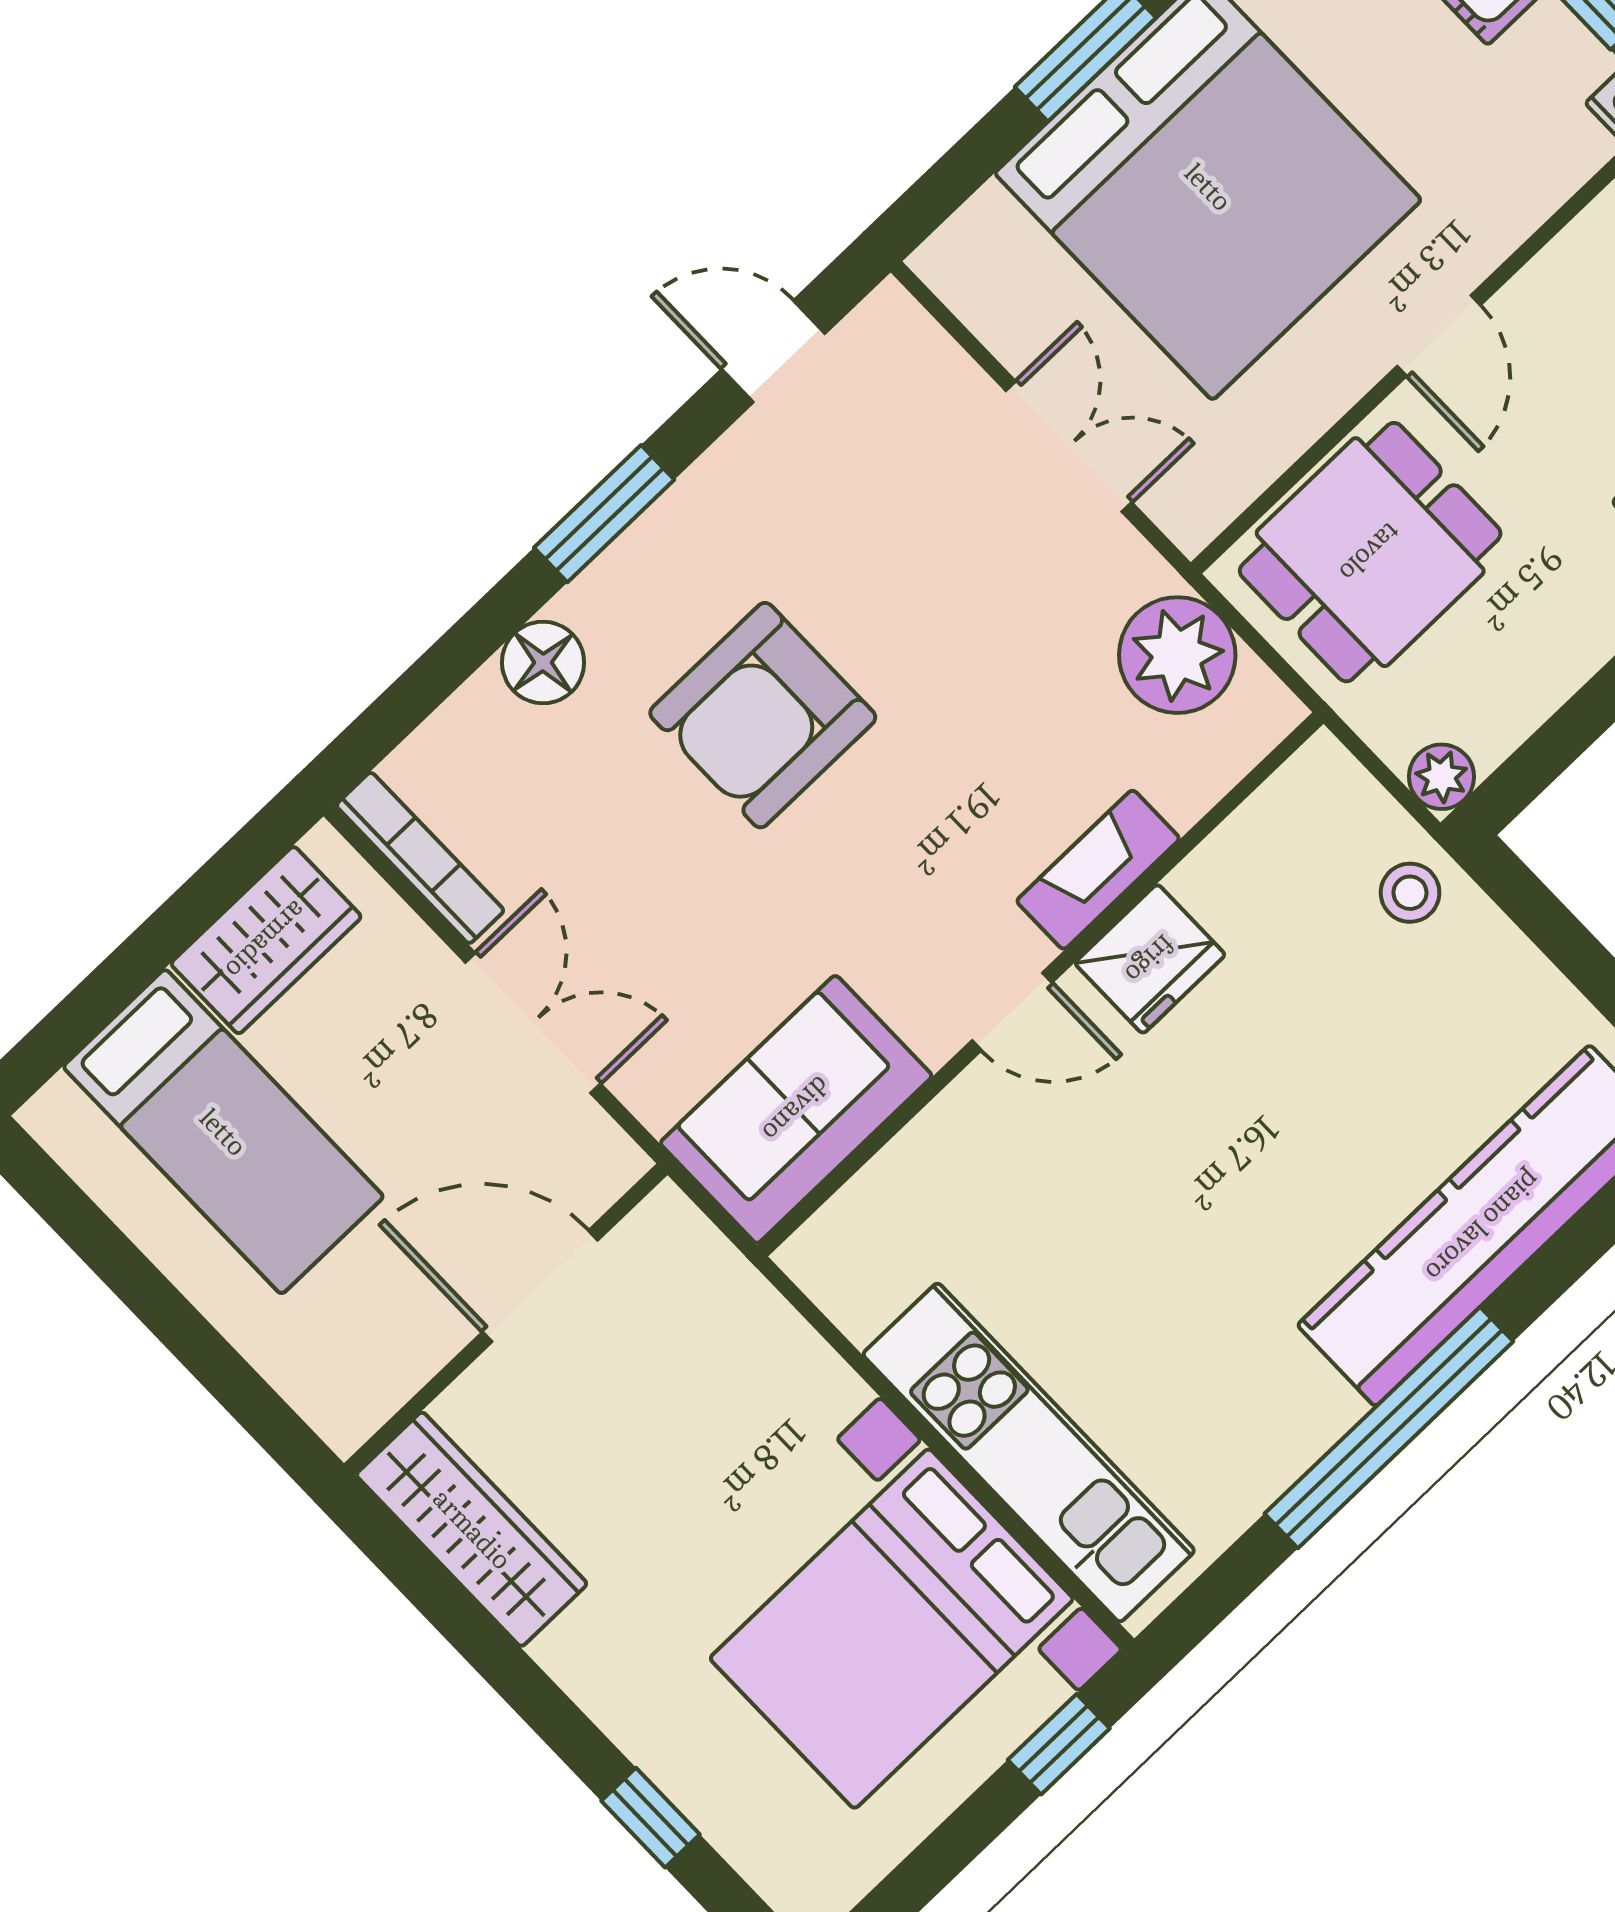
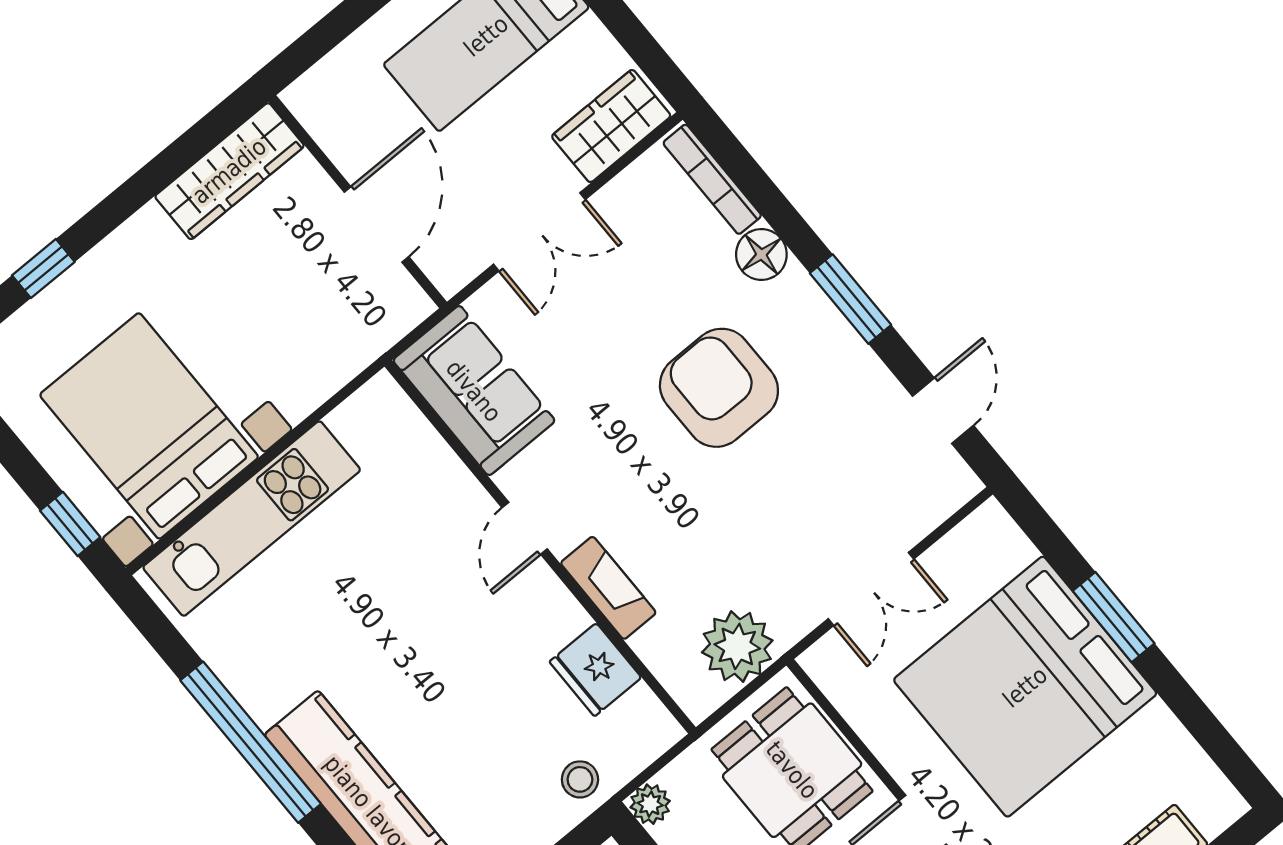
bookcase: (420, 858) -> (712, 179), moved, turned 90
wardrobe: (266, 940) -> (611, 126), moved, turned 90
fridge: (1150, 959) -> (595, 670), moved

